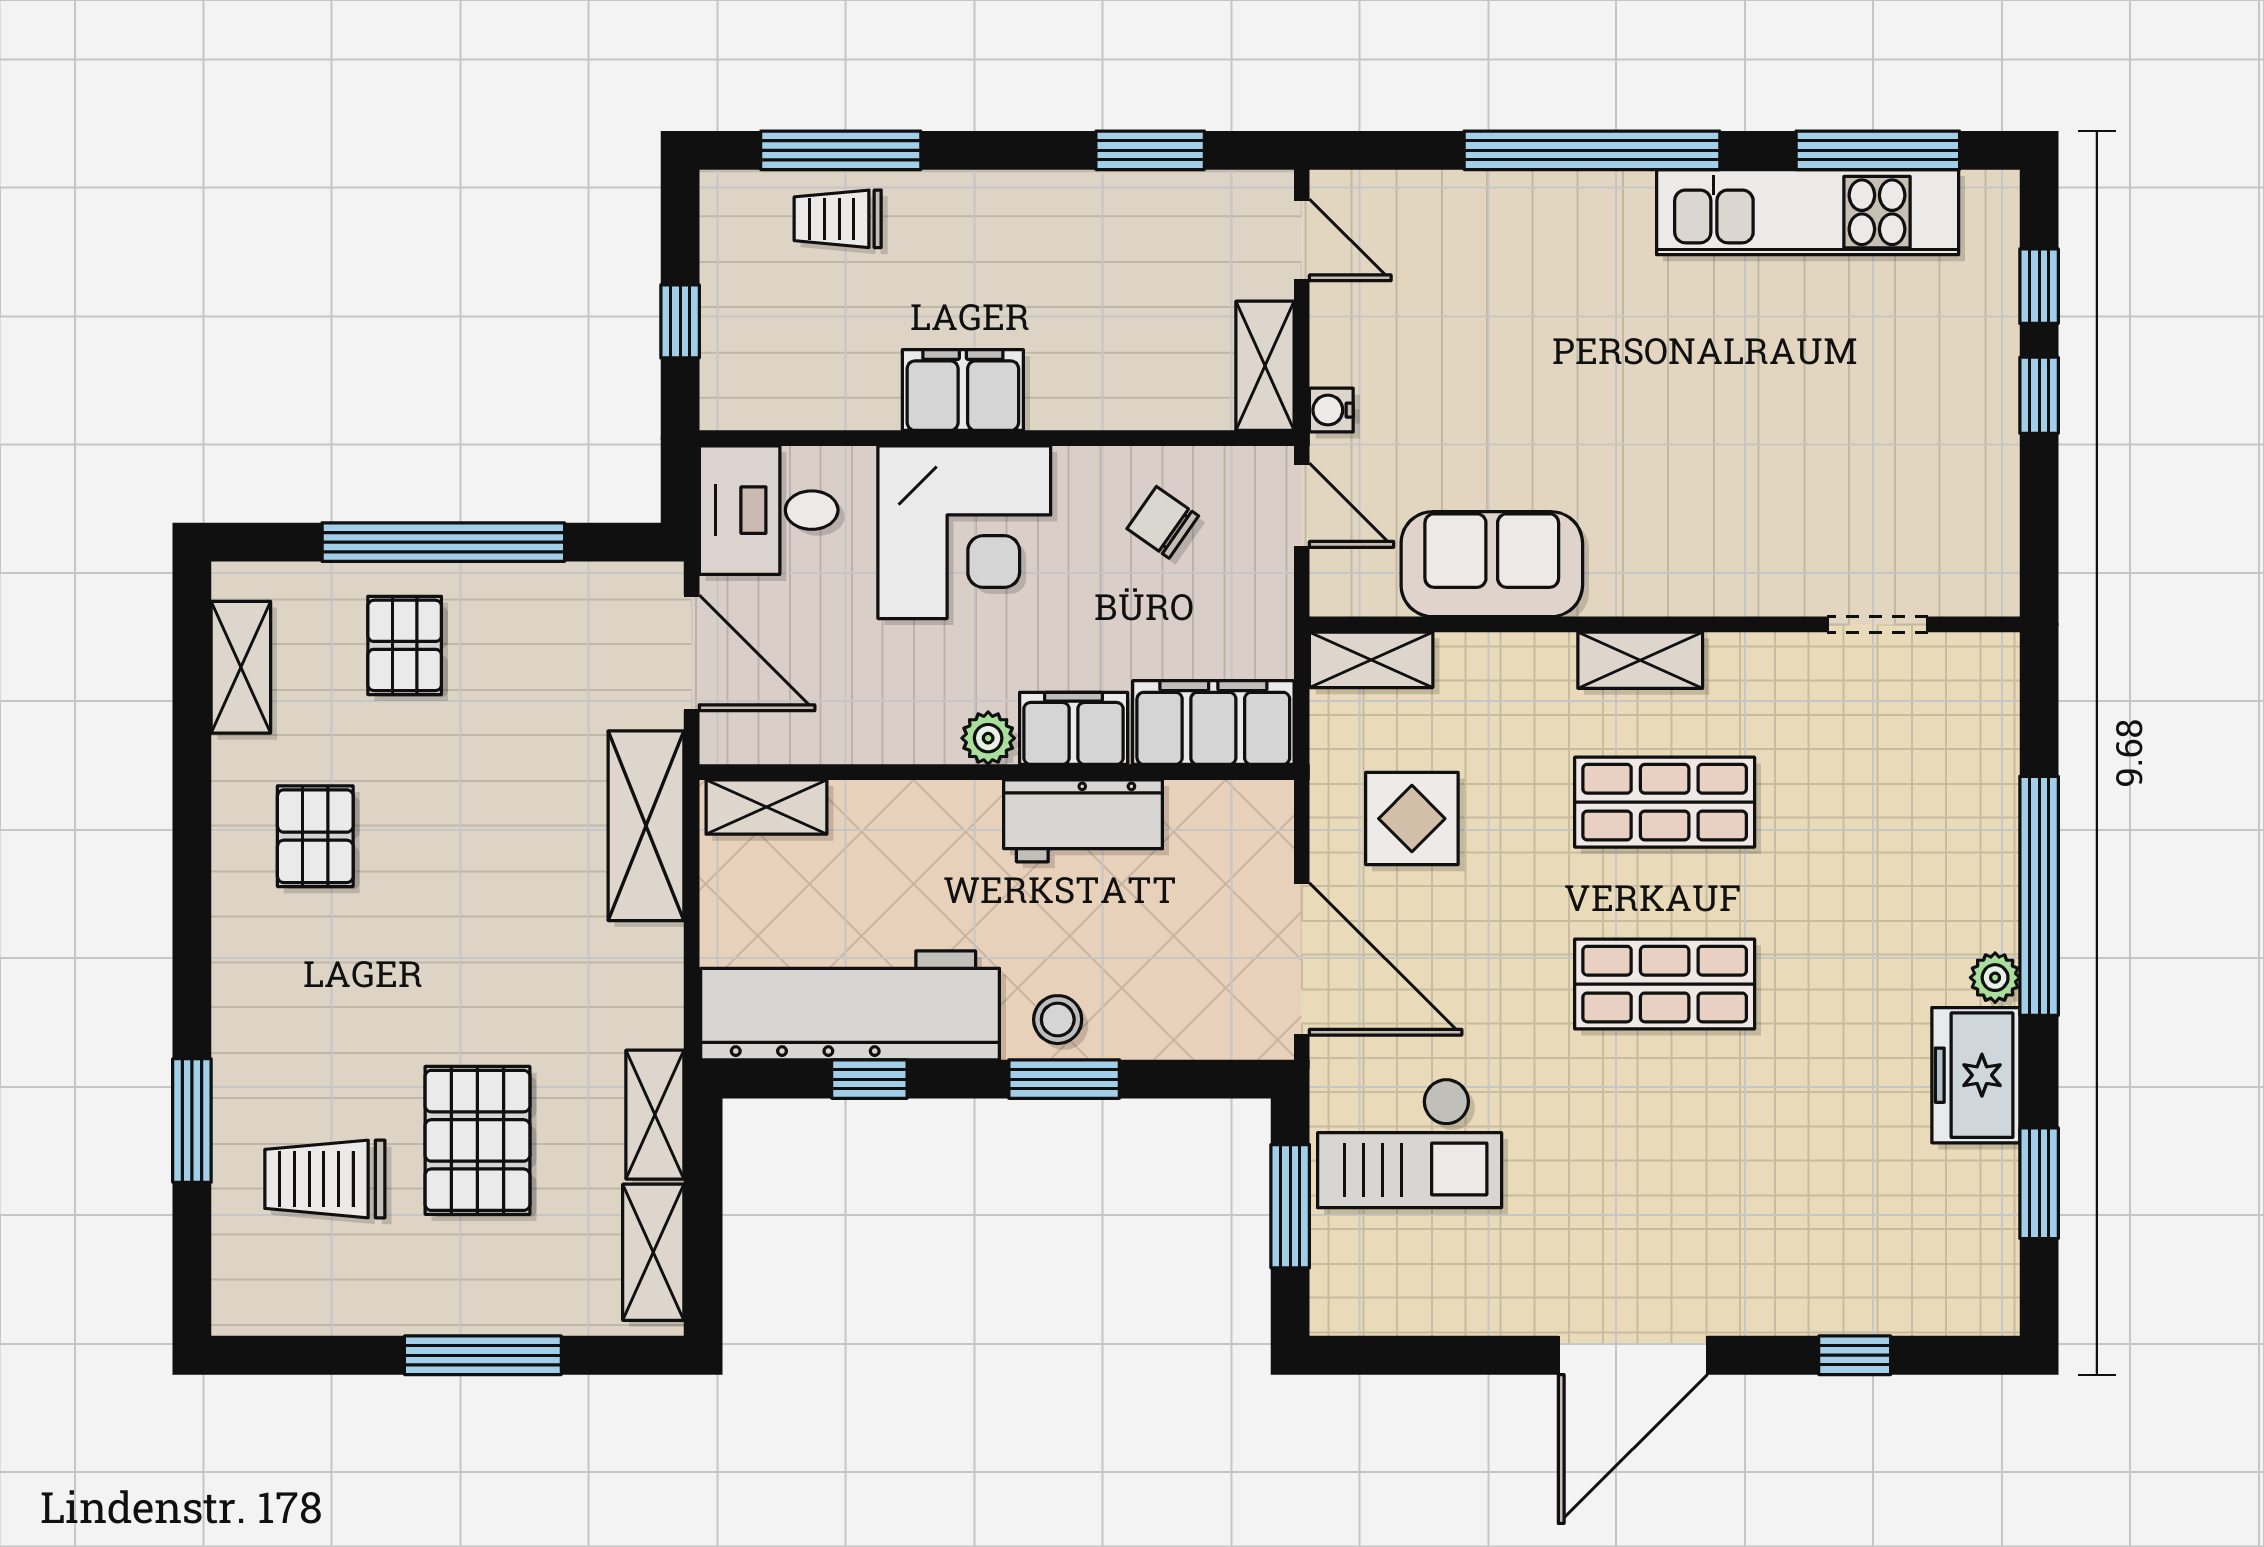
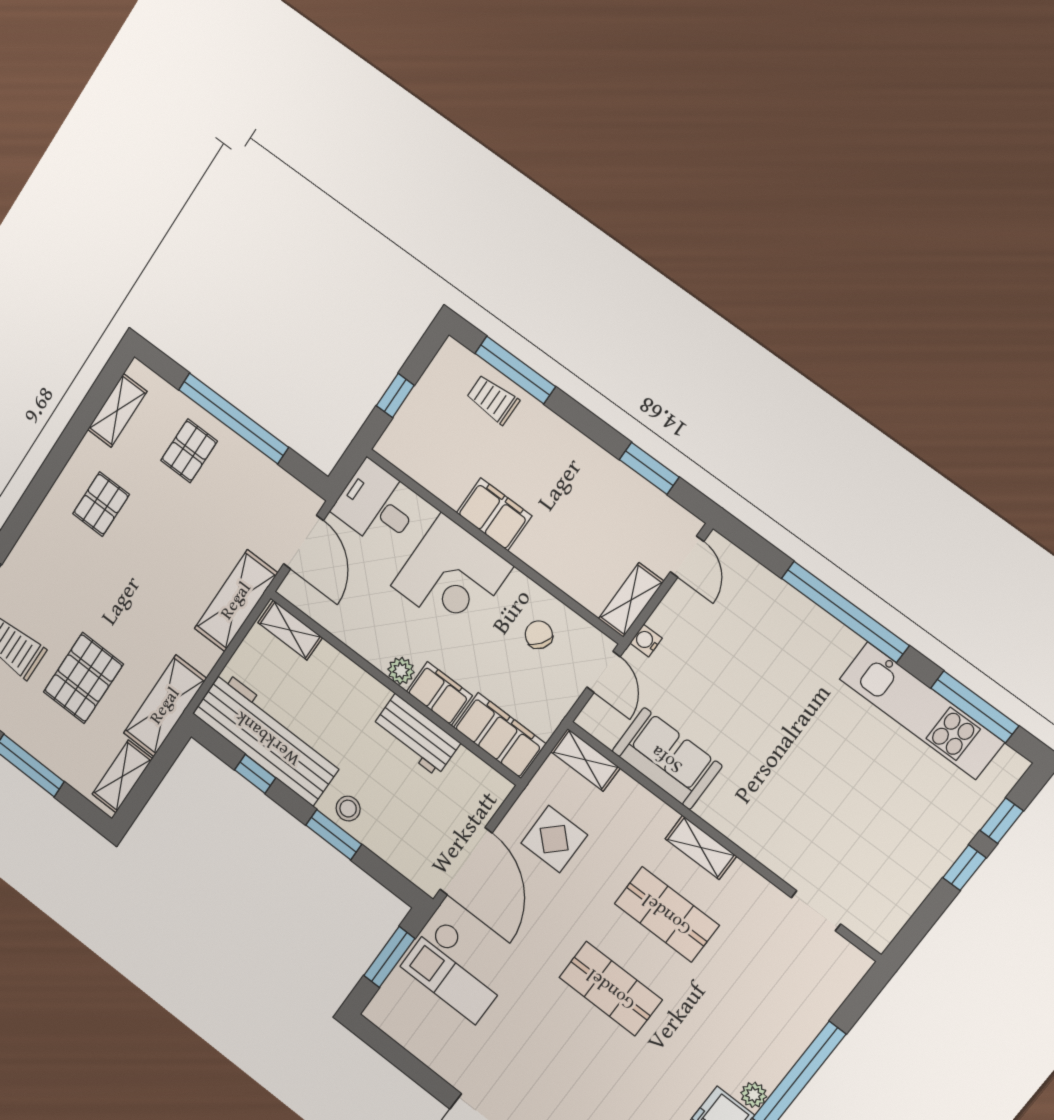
shelving: (655, 1115) -> (165, 706), width x1.50, depth x1.33

